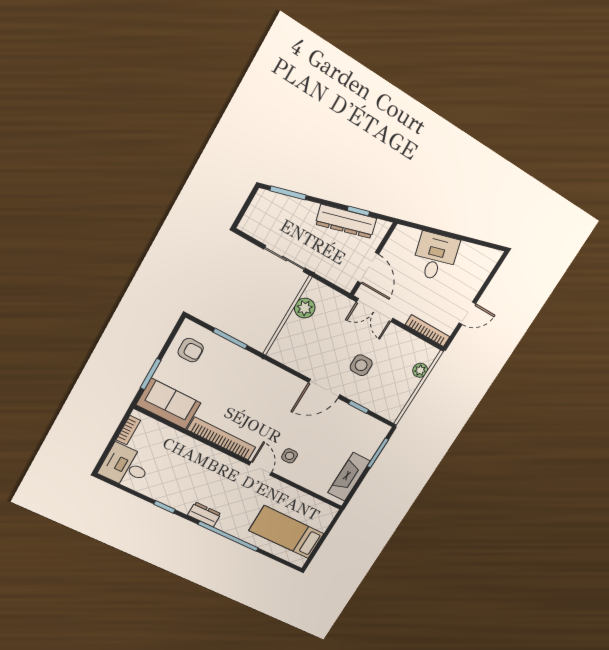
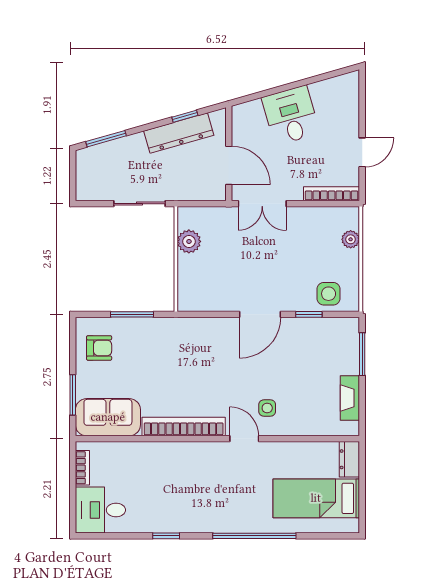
side table: (361, 365) -> (329, 294), moved
fireplace: (349, 477) -> (350, 398), width x0.73, depth x0.76
dresser: (204, 514) -> (349, 459), moved, turned -90

